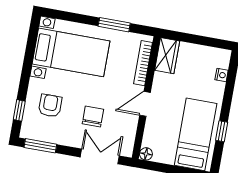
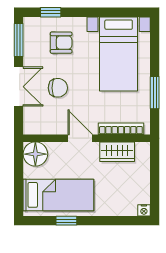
wardrobe: (167, 56) -> (117, 152), moved
nightstand: (222, 75) -> (144, 210), moved
floor lamp: (146, 154) -> (35, 154), width x1.89, depth x1.89
double door: (100, 156) -> (19, 87), moved

